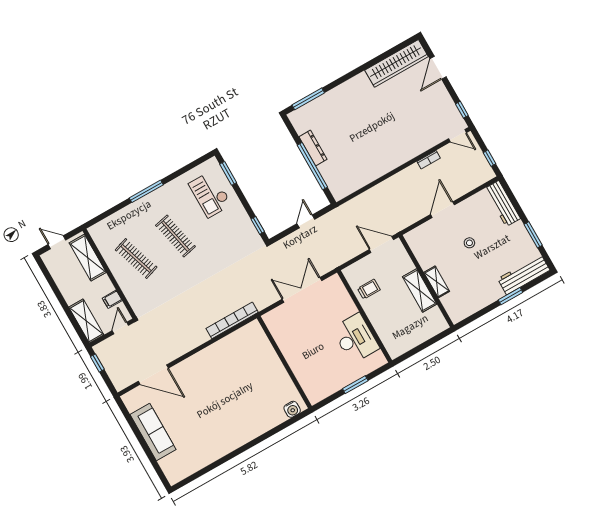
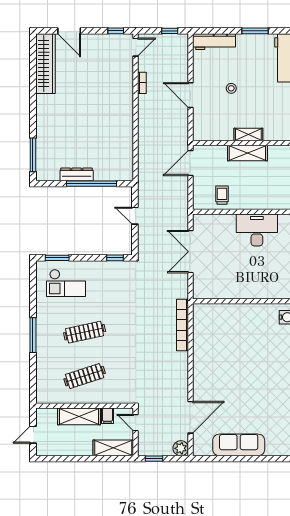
shelving: (88, 258) -> (79, 416), moved
plant: (120, 382) -> (181, 448), added

